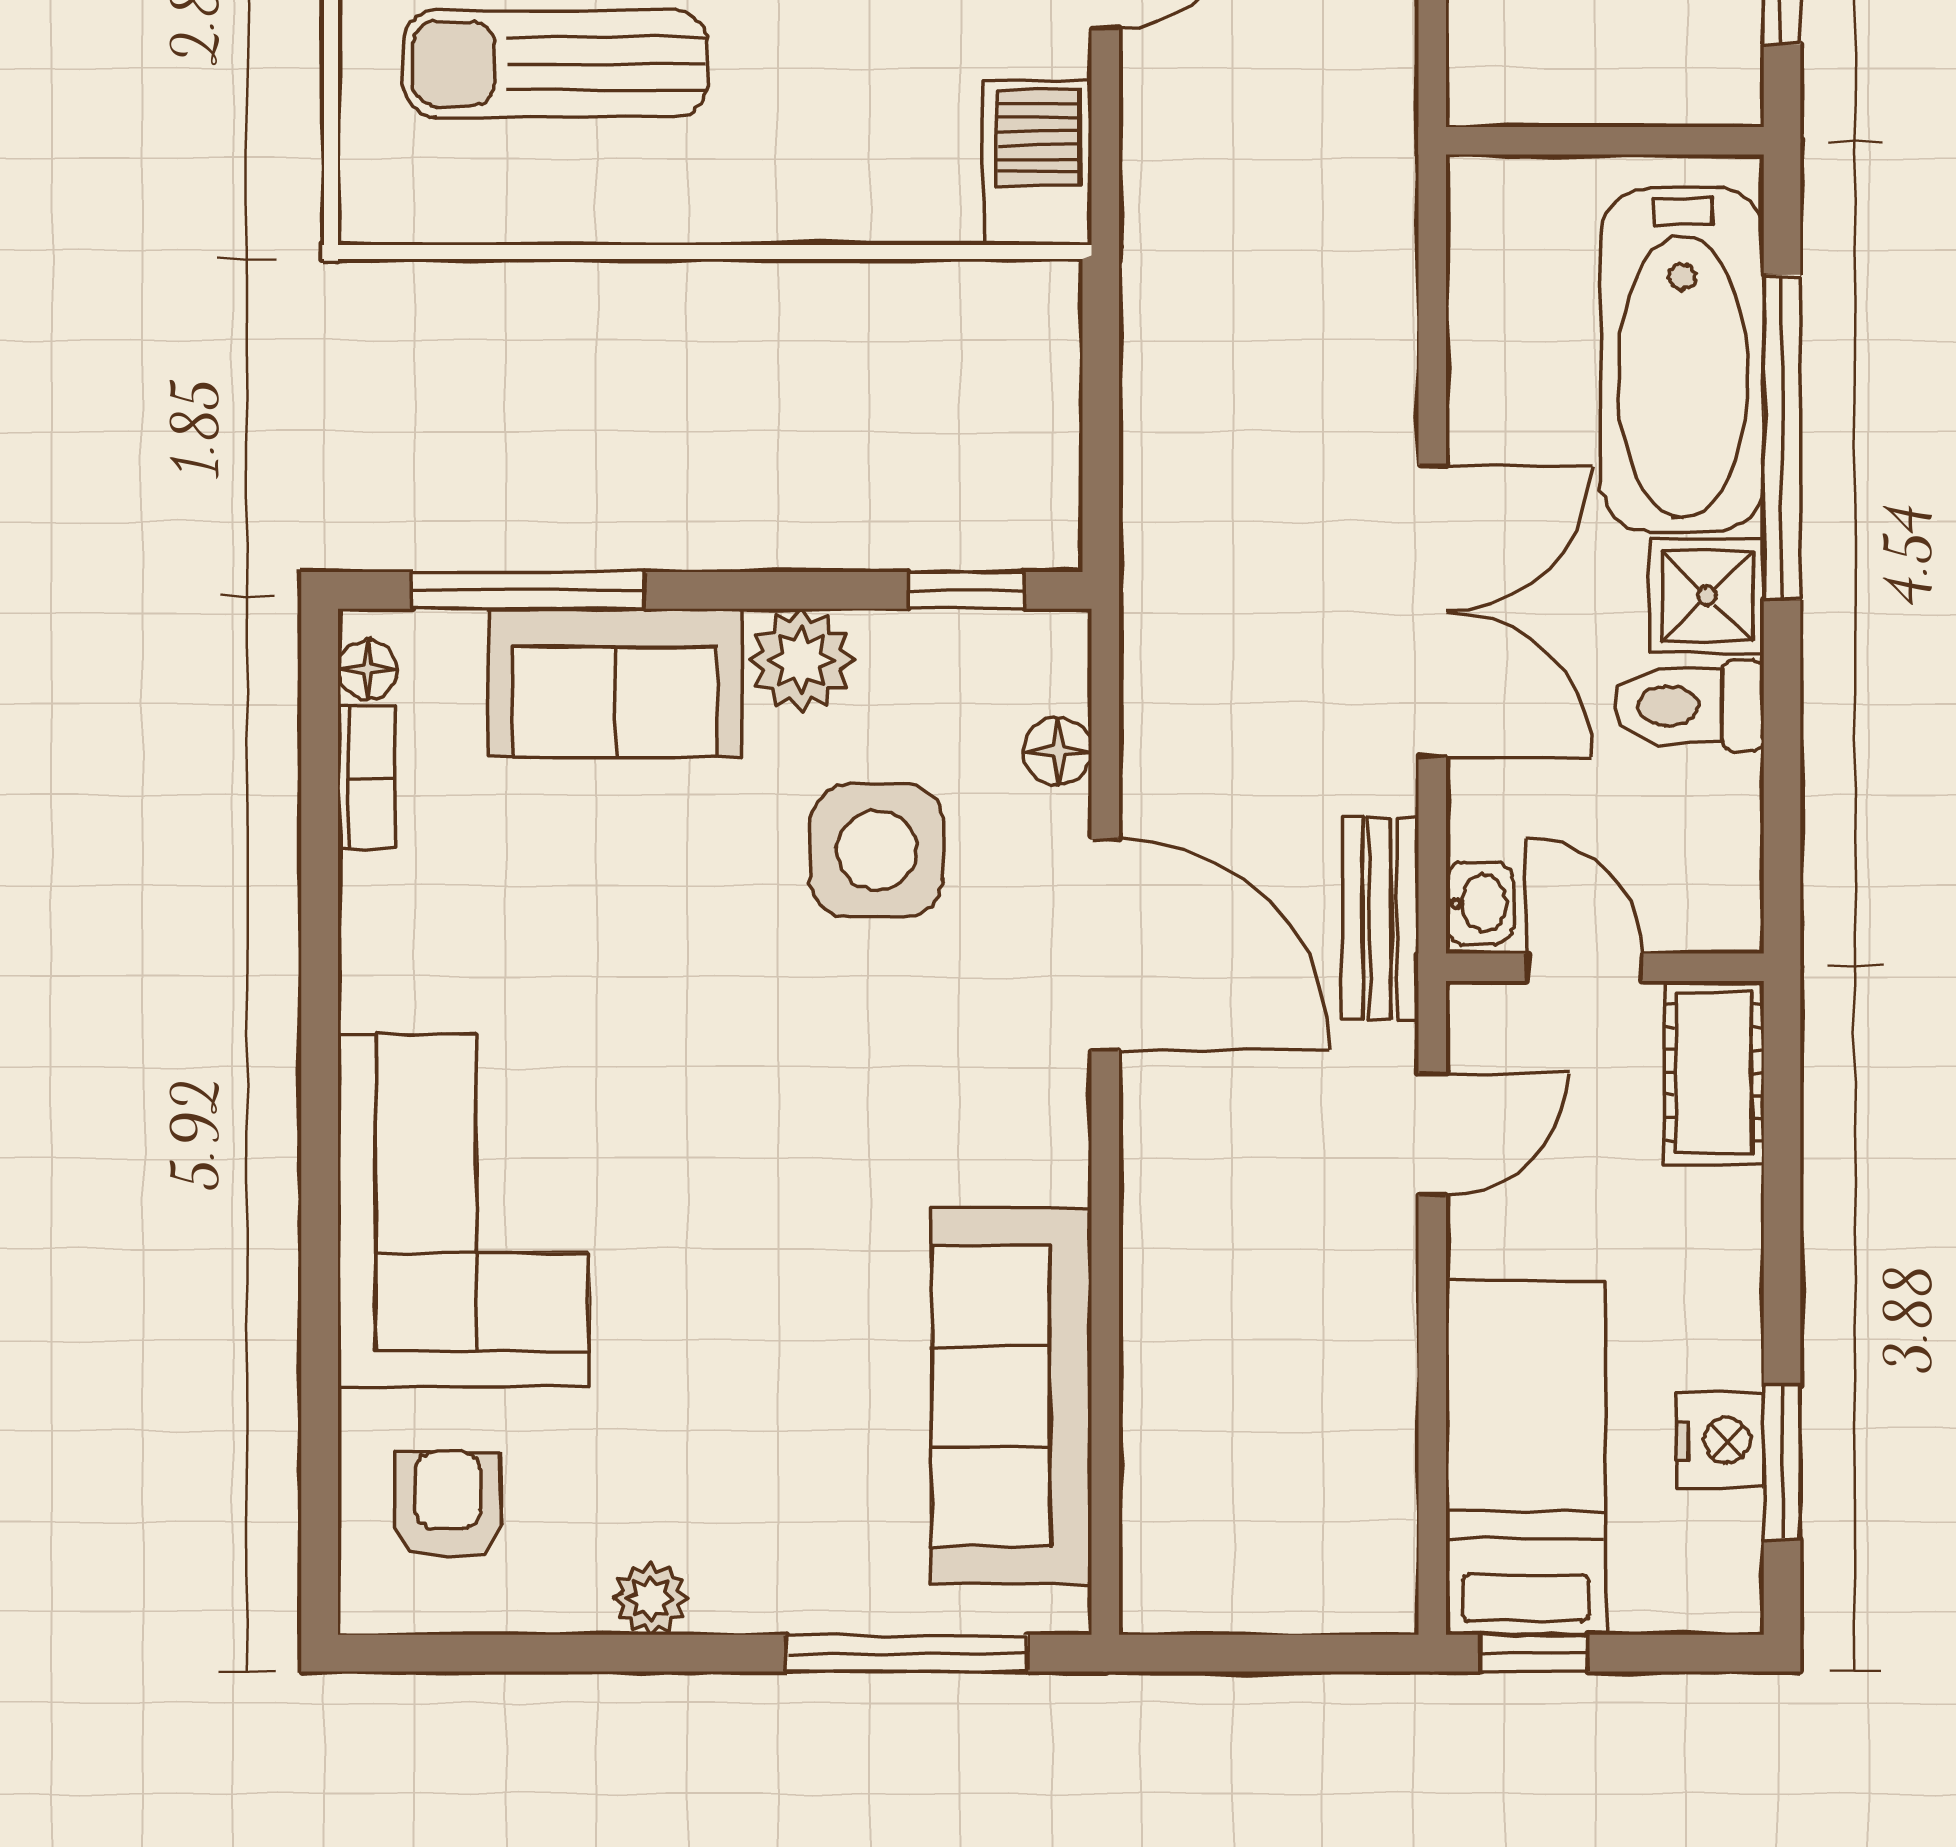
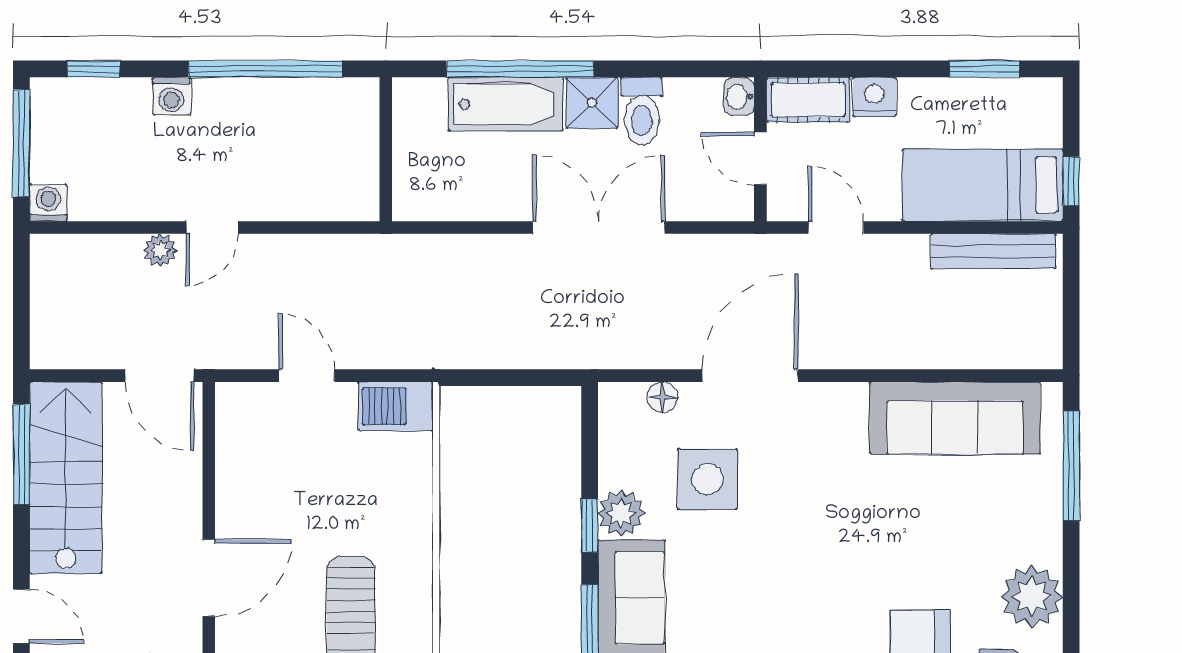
bathtub: (1683, 359) -> (506, 104), width x0.73, depth x0.73
window: (966, 590) -> (590, 526), moved
washbasin: (1480, 903) -> (739, 97), moved, turned -90
bench: (1380, 919) -> (993, 251), moved, width x1.36
door: (1585, 967) -> (760, 158), hinge flipped
nightstand: (1720, 1440) -> (874, 97), moved
plant: (650, 1598) -> (1032, 596), width x1.87, depth x1.87

